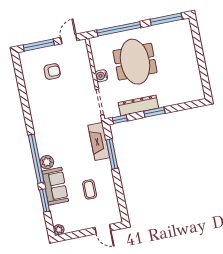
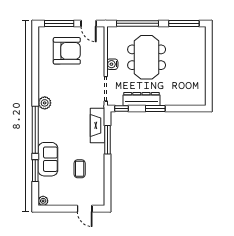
door: (69, 39) -> (89, 23), swing flipped
armchair: (52, 71) -> (67, 51), width x1.88, depth x1.88
plant: (47, 162) -> (45, 103), moved

